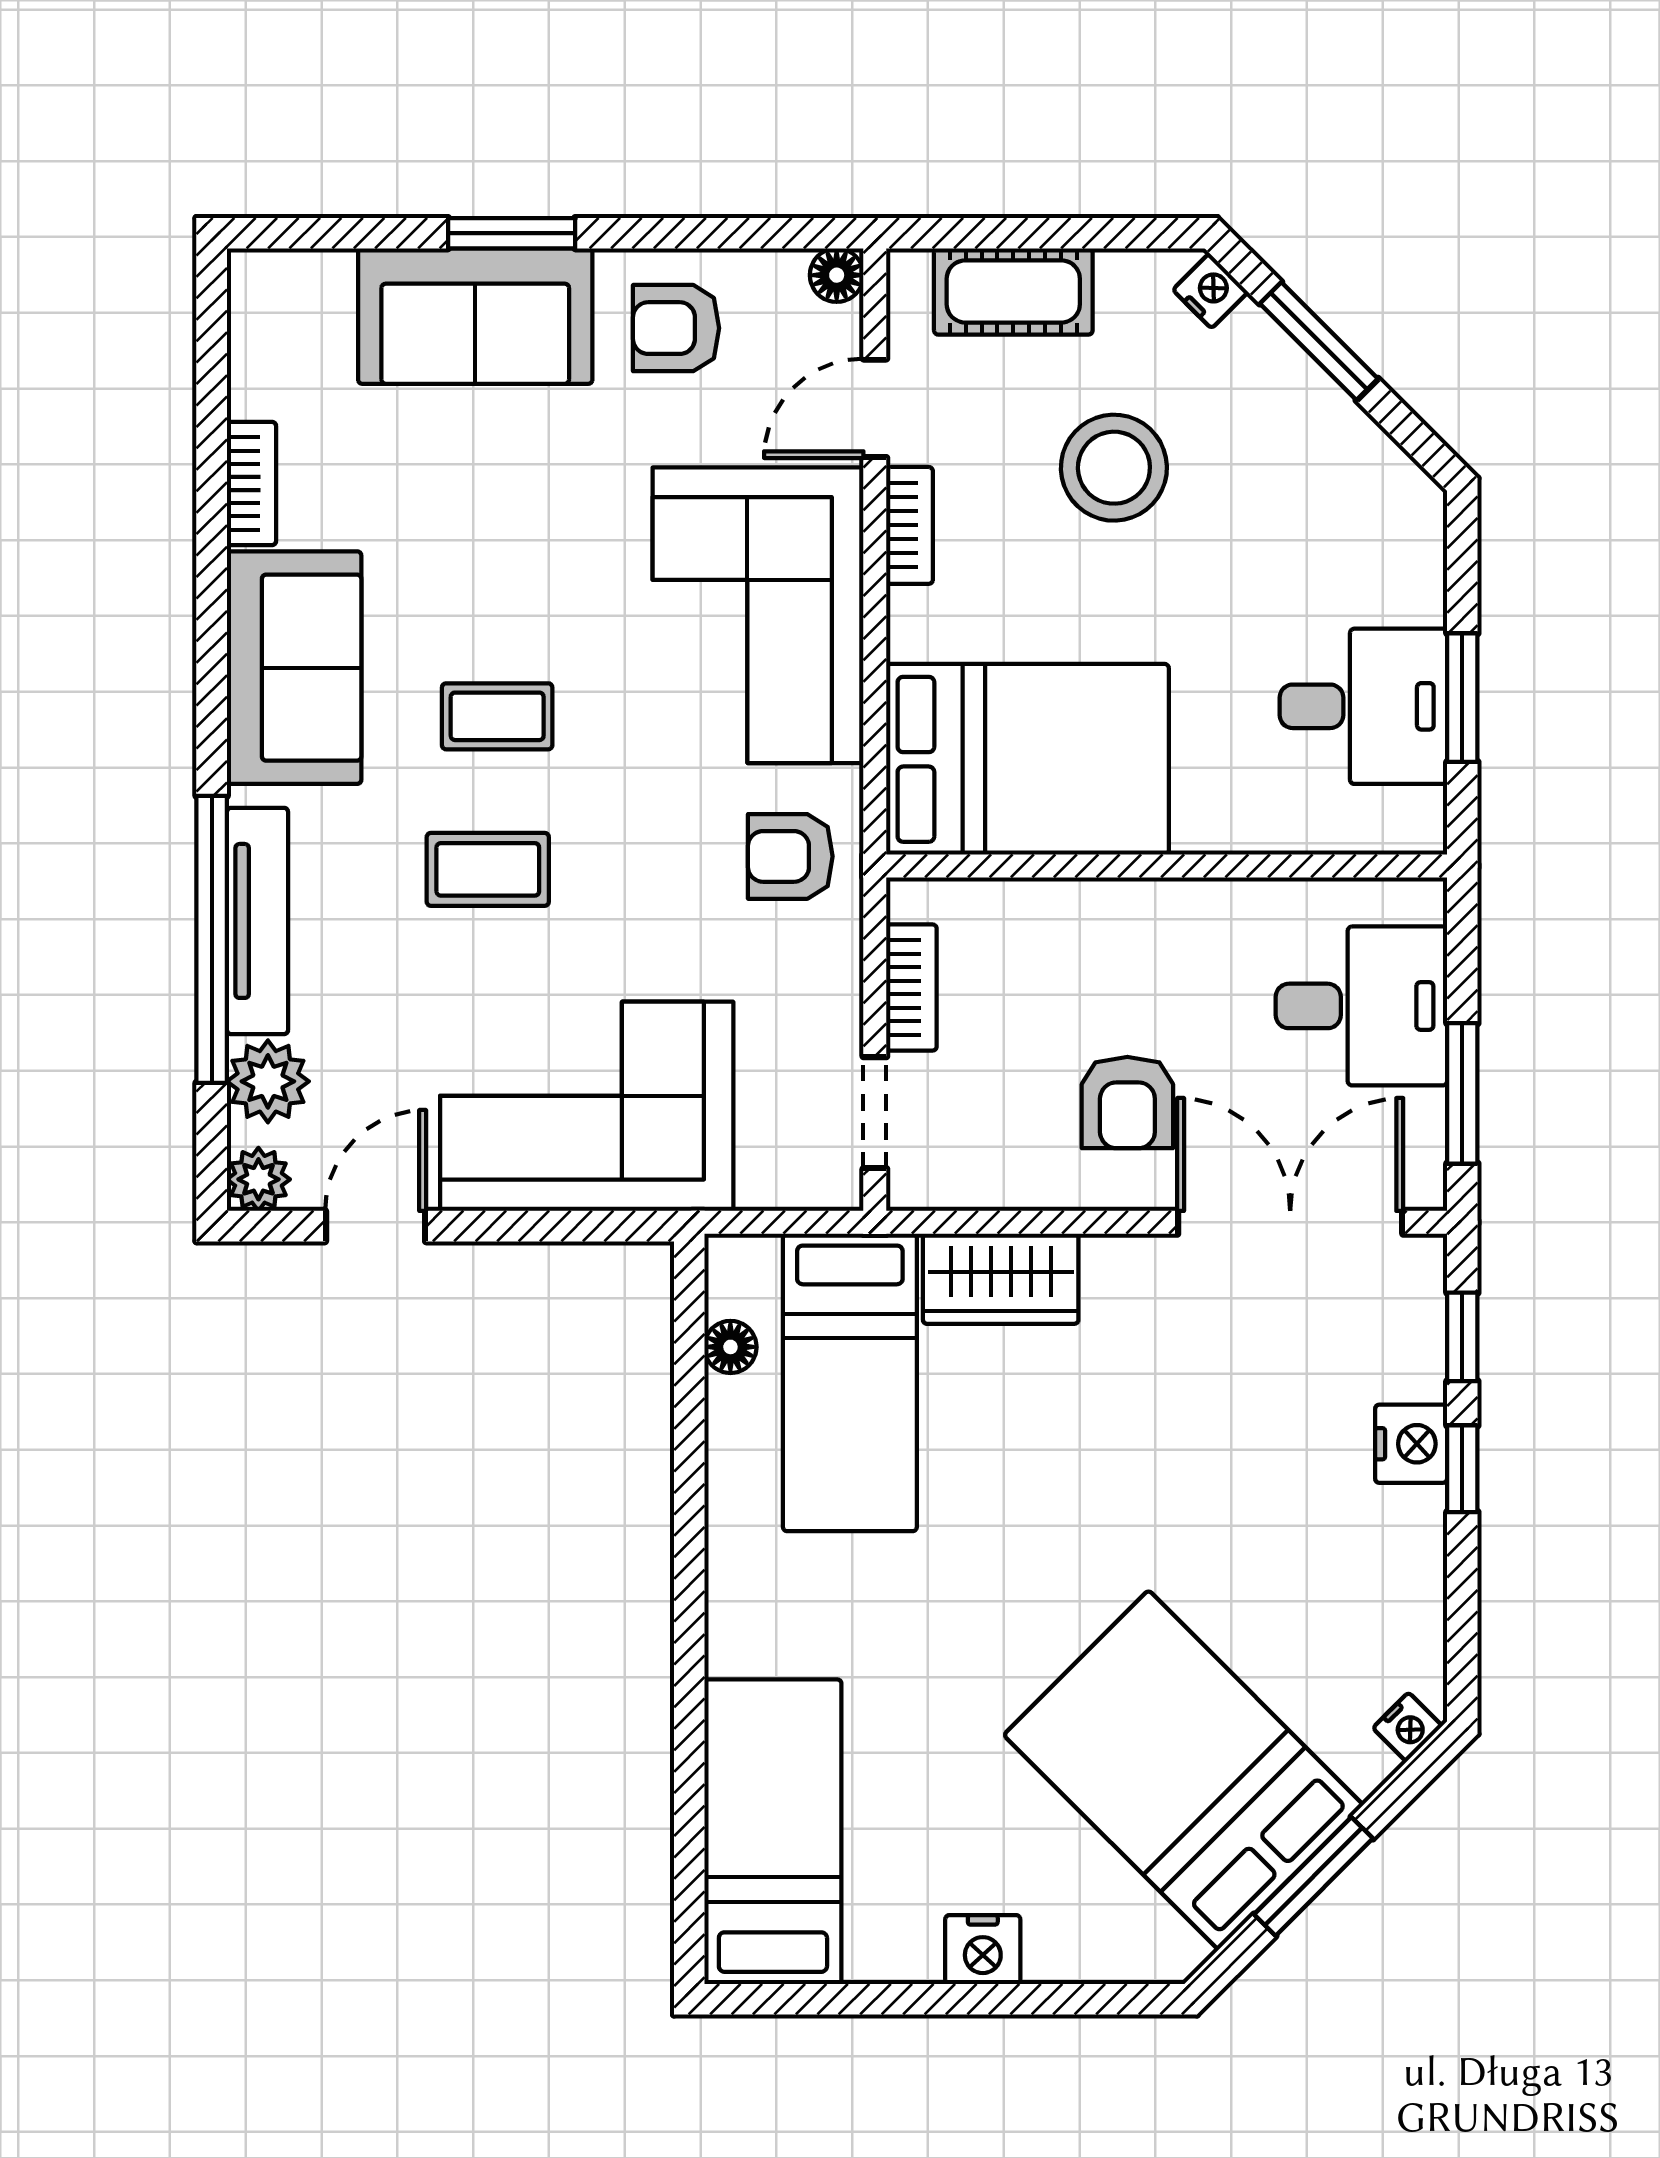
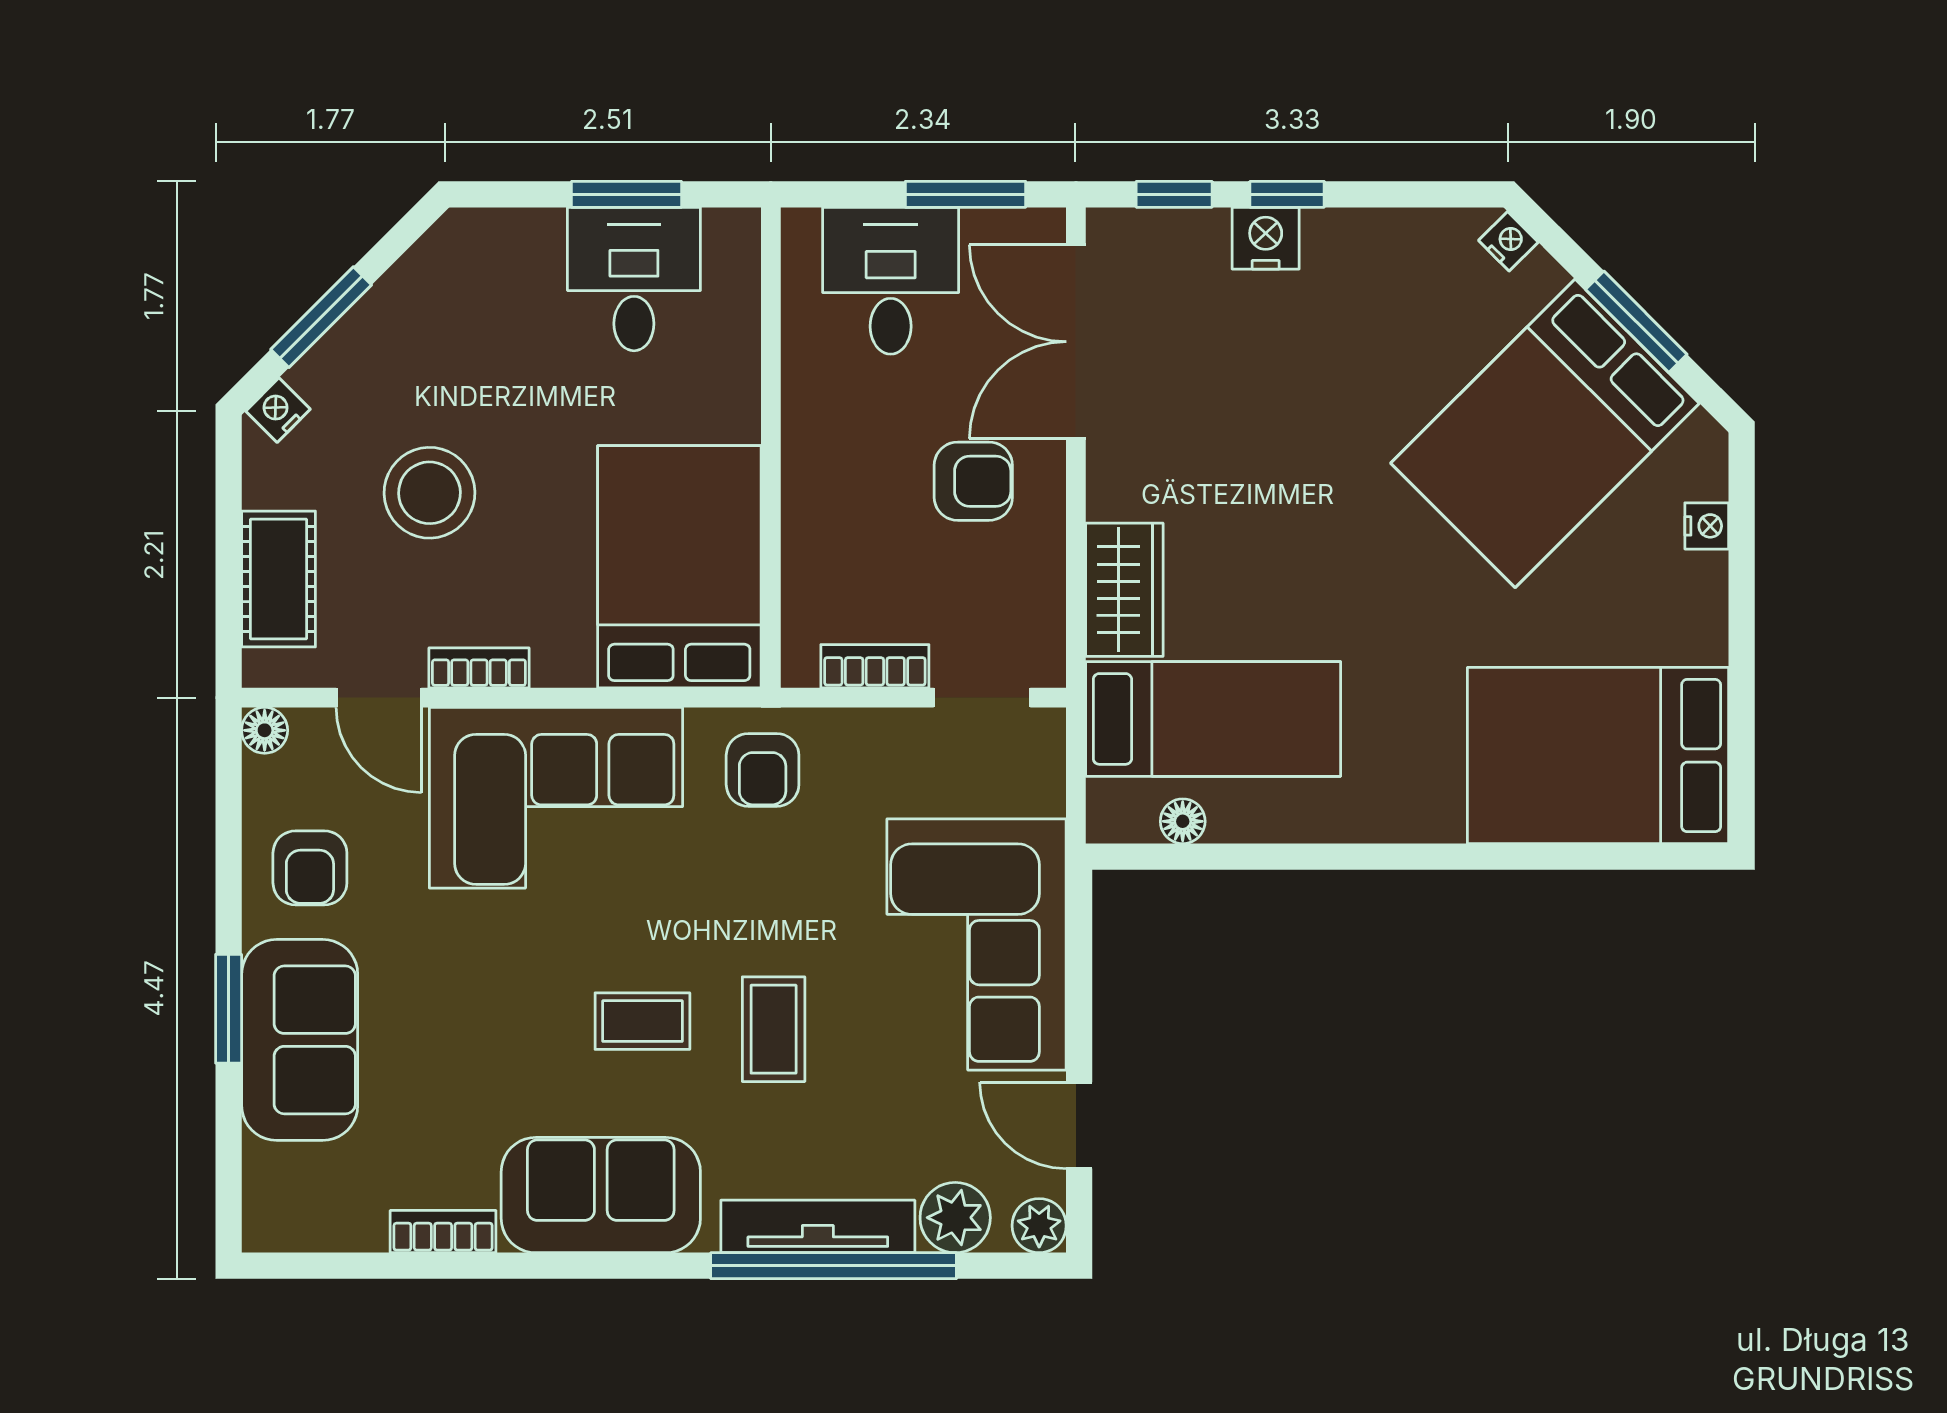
coffee table: (497, 716) -> (642, 1021), turned 90
bed: (773, 1832) -> (1598, 756), width x1.50
nightstand: (983, 1950) -> (1707, 526), moved, width x0.72, depth x0.74

